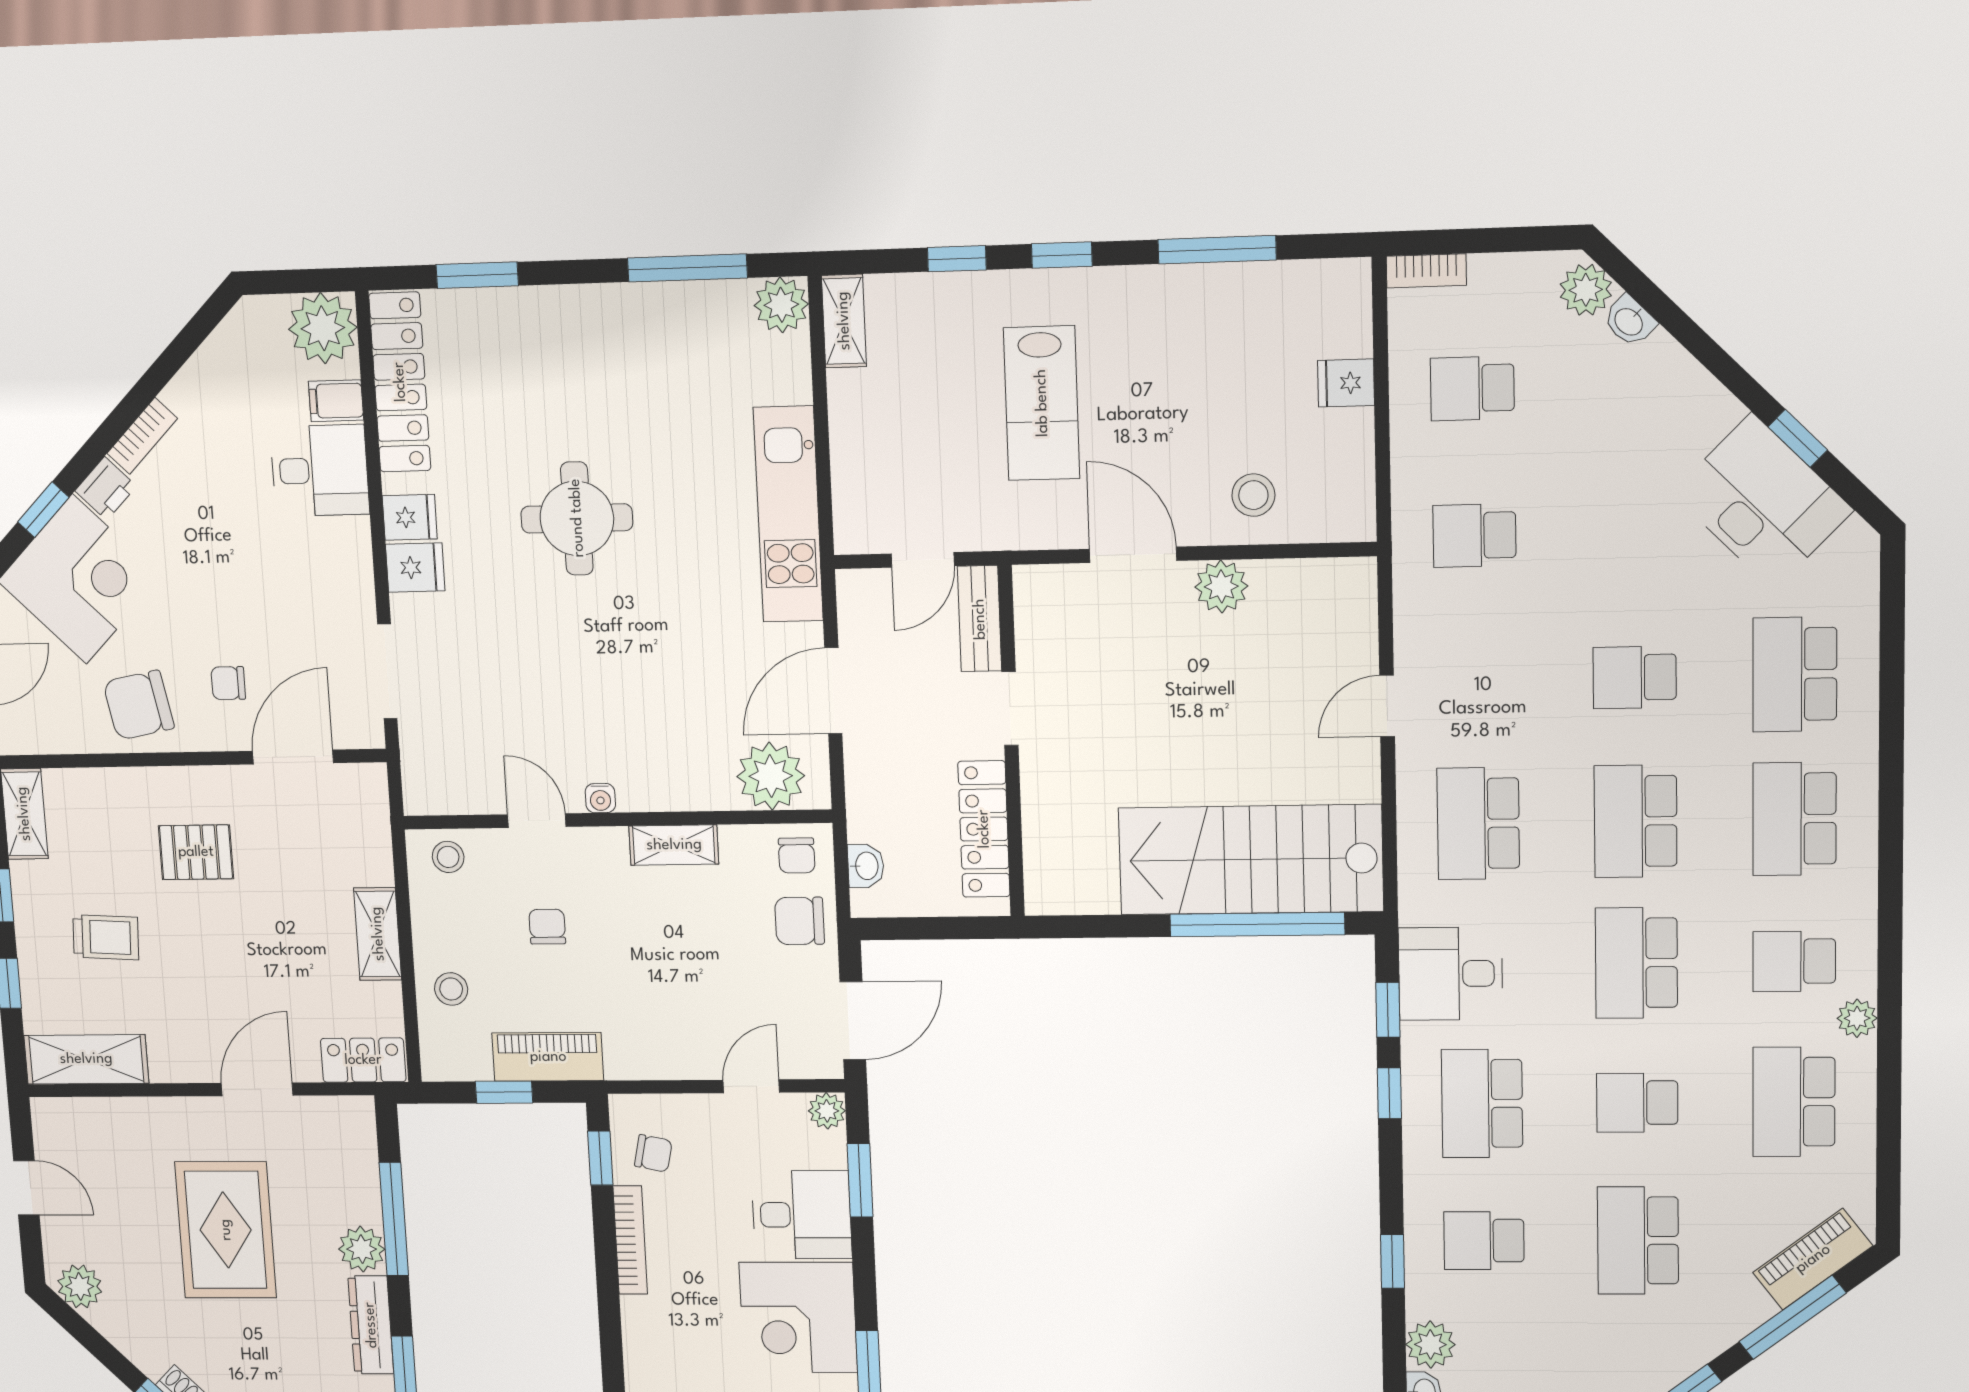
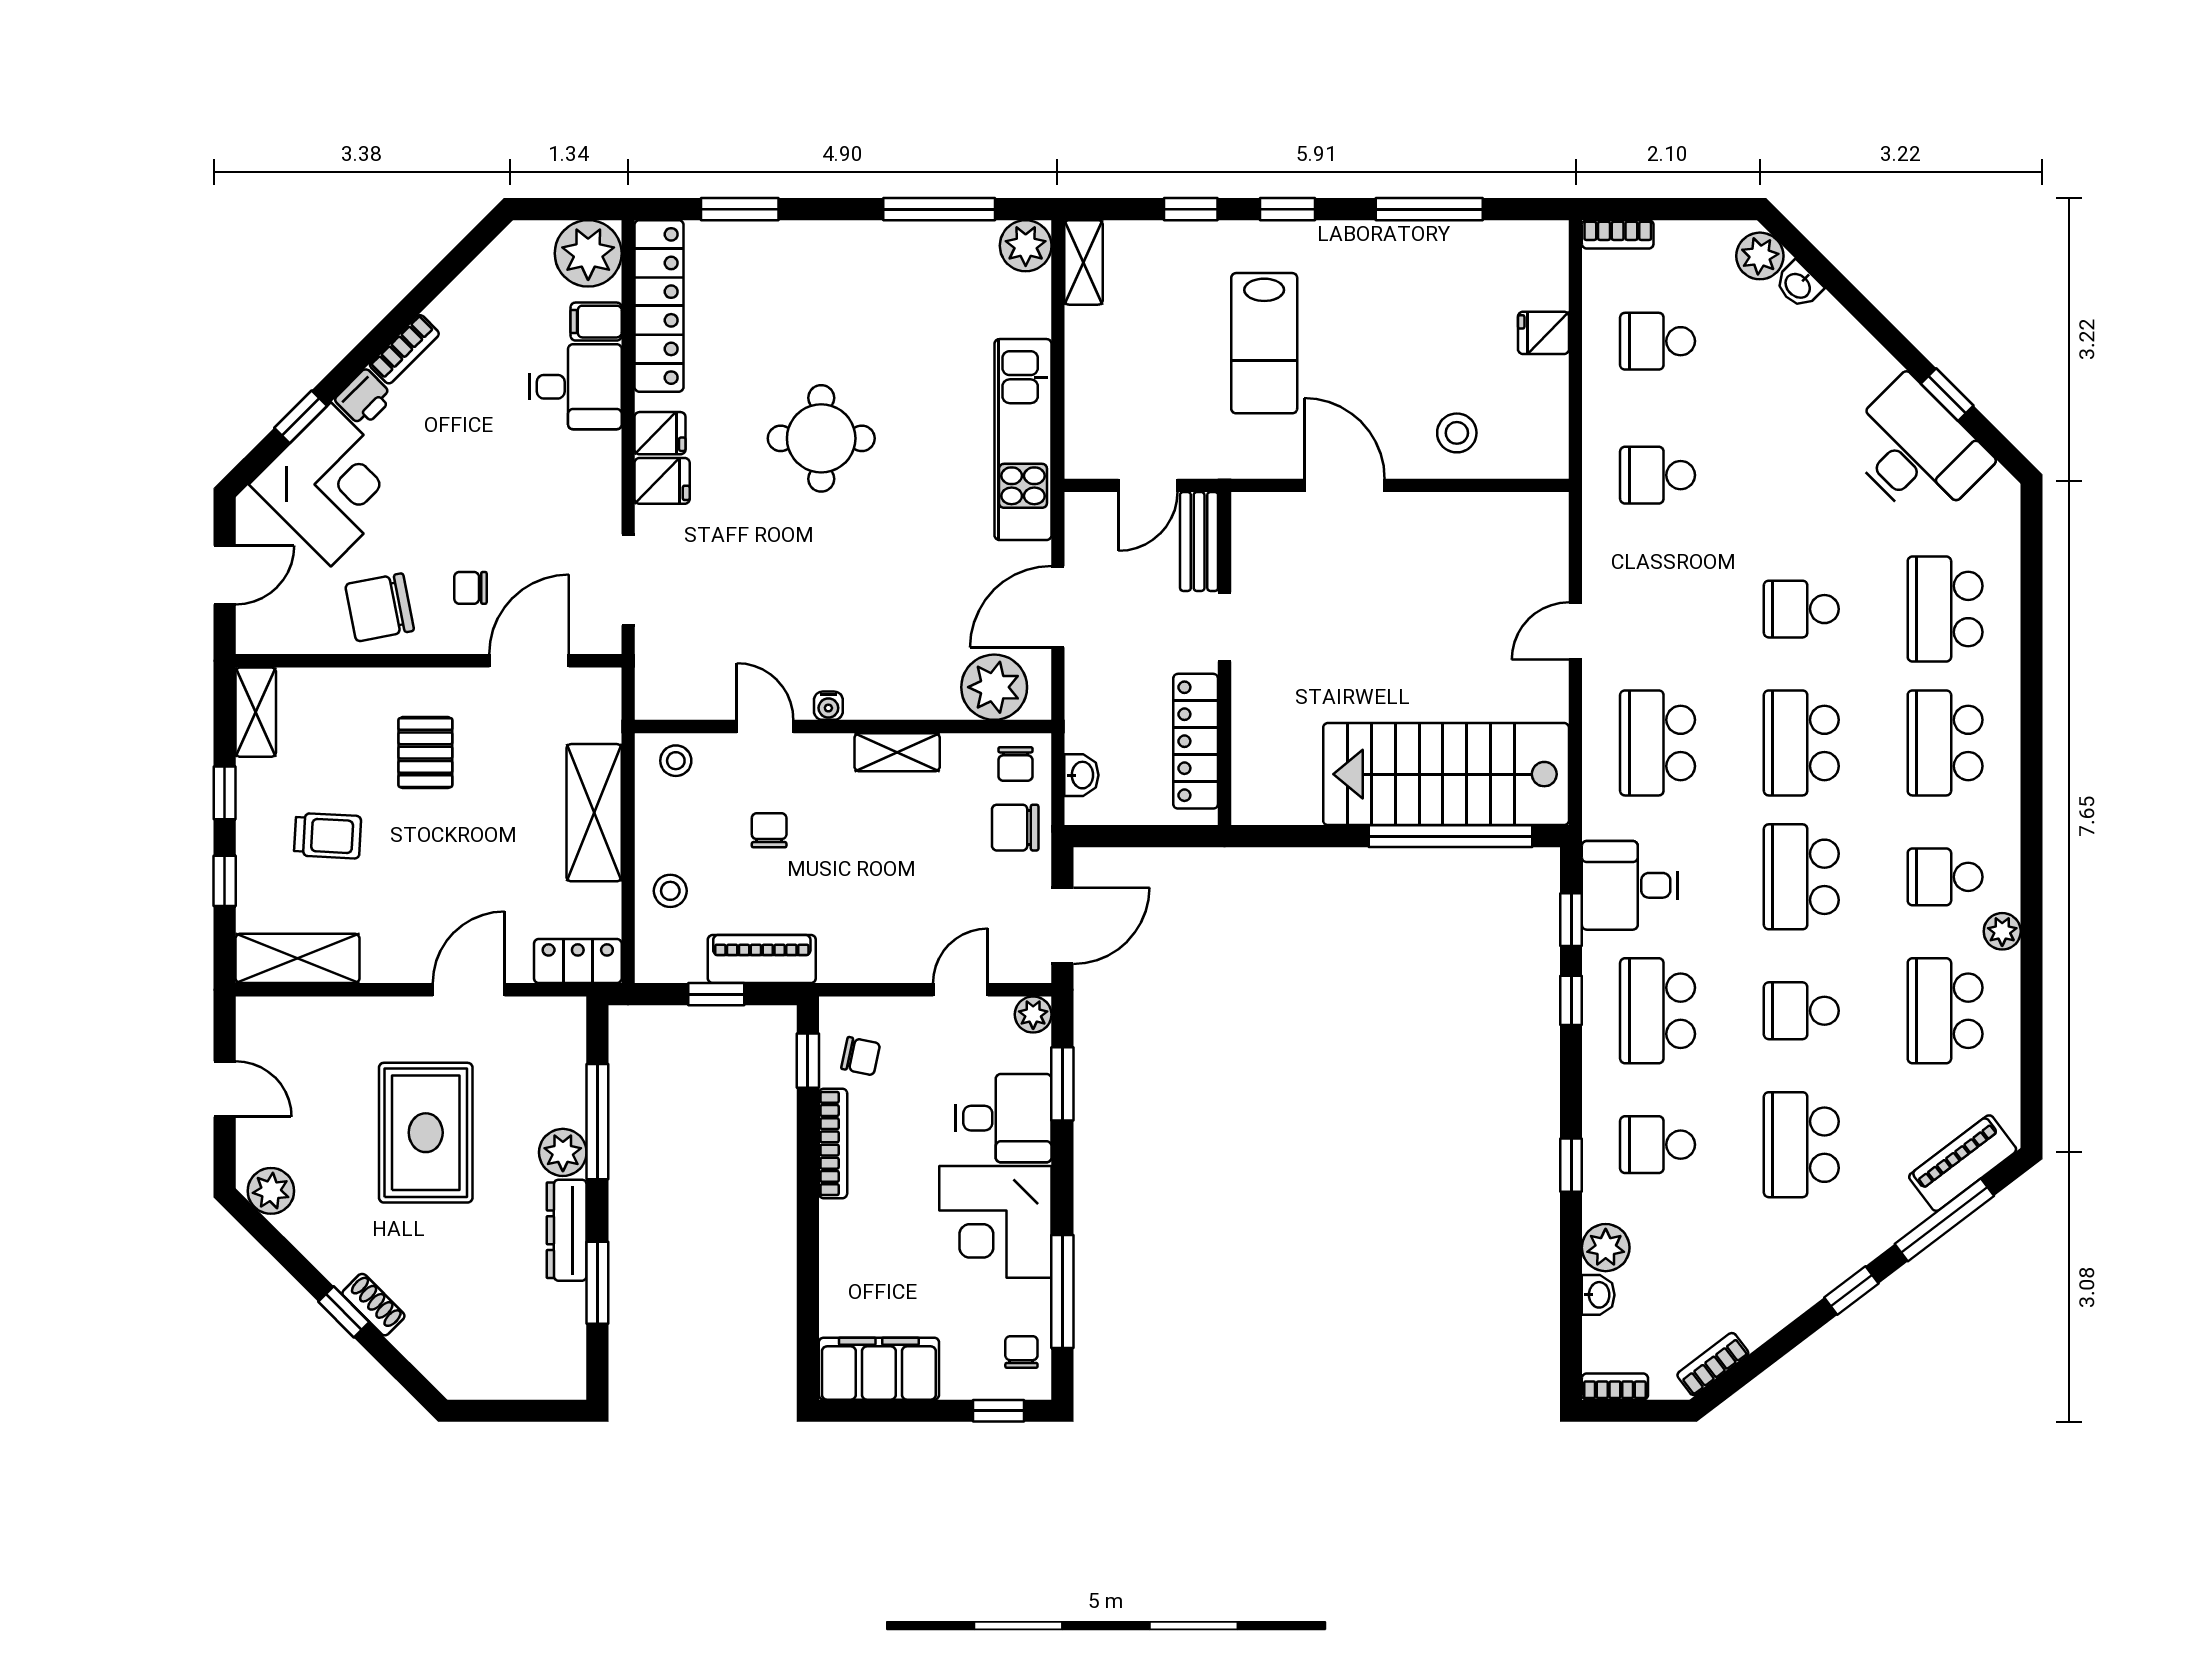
plant: (1221, 586) -> (1425, 517), removed
pallet: (196, 852) -> (425, 753), turned 90
shelving: (378, 934) -> (594, 813), width x1.50, depth x1.33

